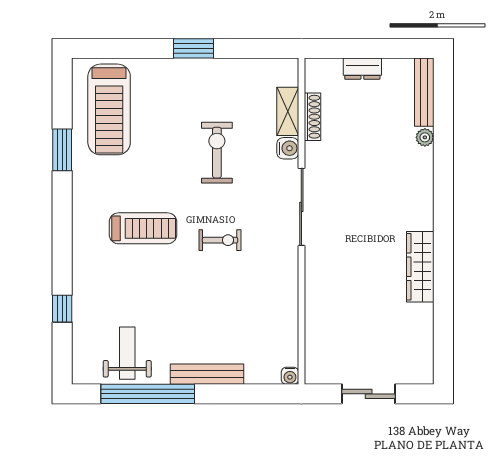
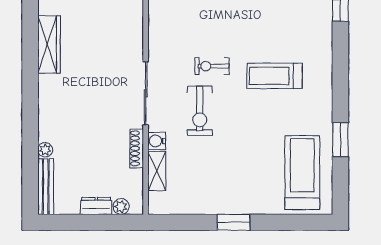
plant: (332, 68) -> (121, 207), added
shoe rack: (312, 117) -> (137, 148), moved
exercise bike: (217, 153) -> (200, 111), moved

